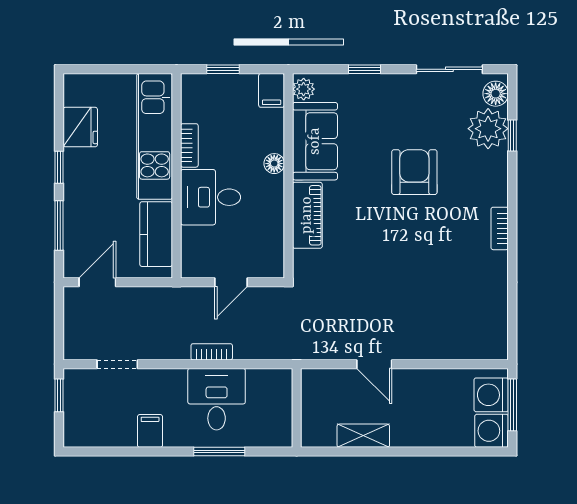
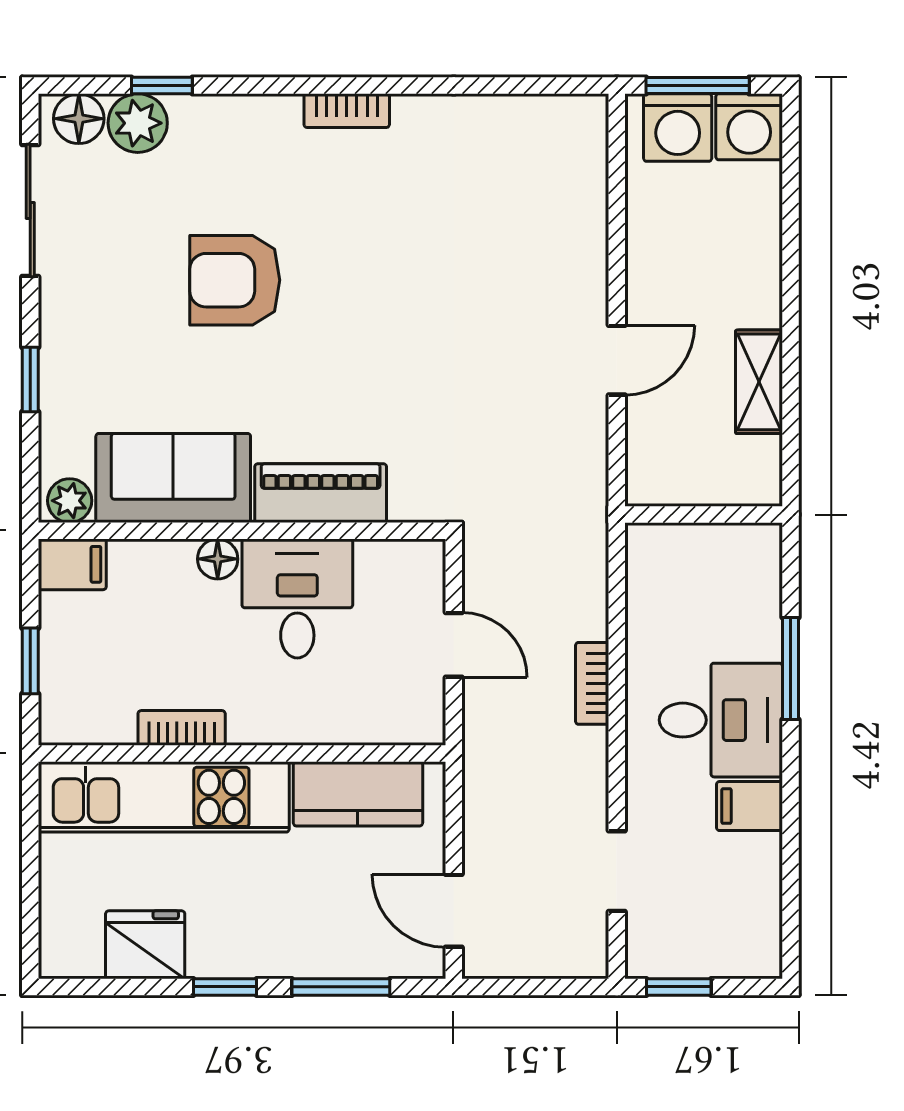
plant: (488, 129) -> (138, 123), width x0.73, depth x0.73
desk: (211, 197) -> (297, 598), moved, turned 180
desk: (217, 399) -> (721, 720), moved, turned 180

